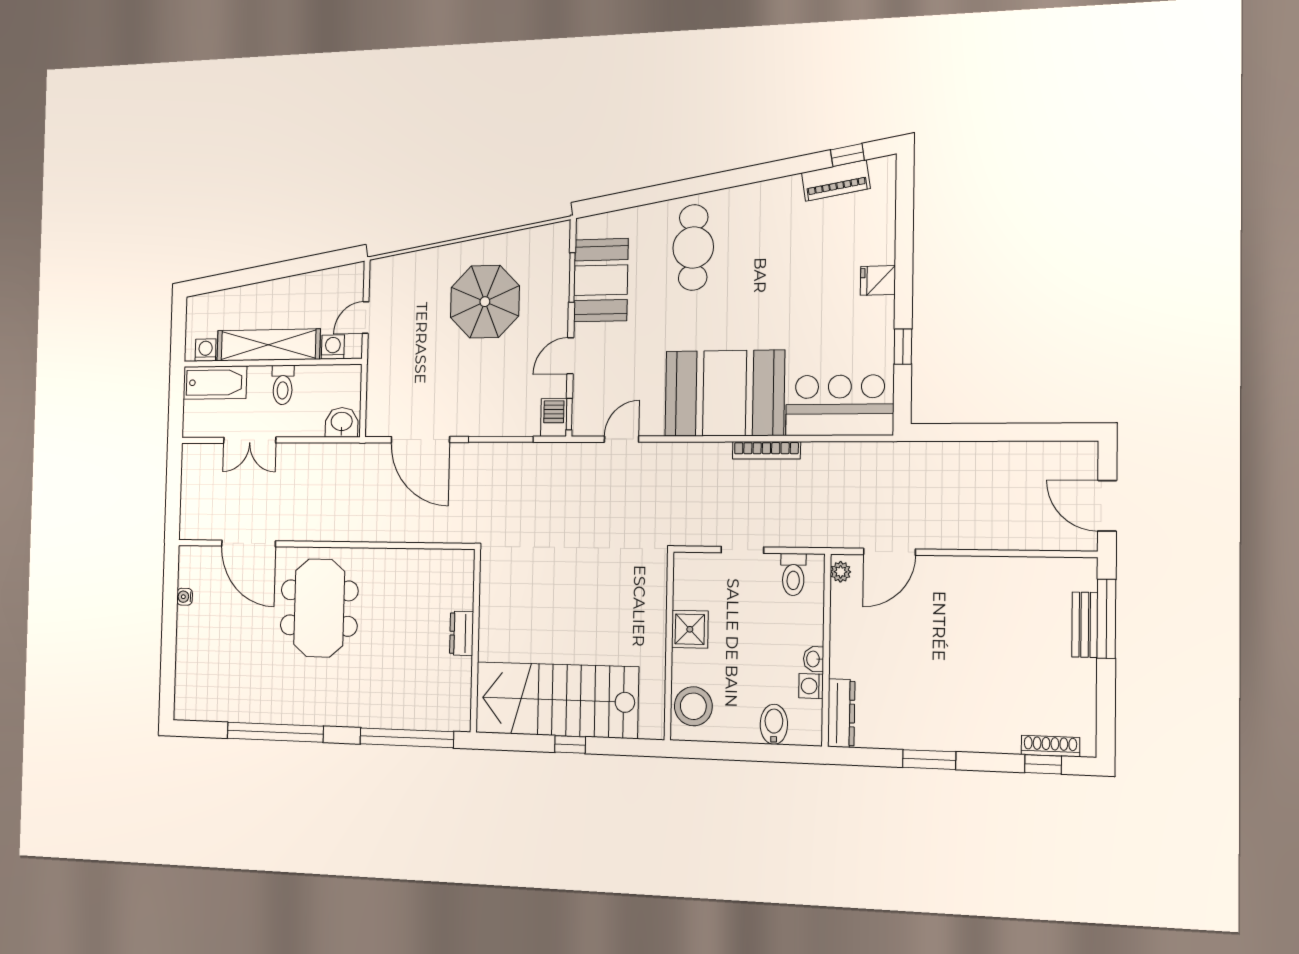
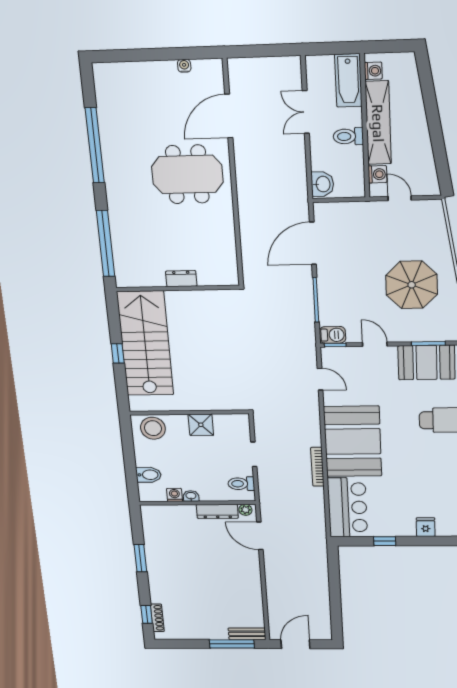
bench: (1085, 625) -> (247, 634), moved
dresser: (841, 713) -> (217, 511), moved

